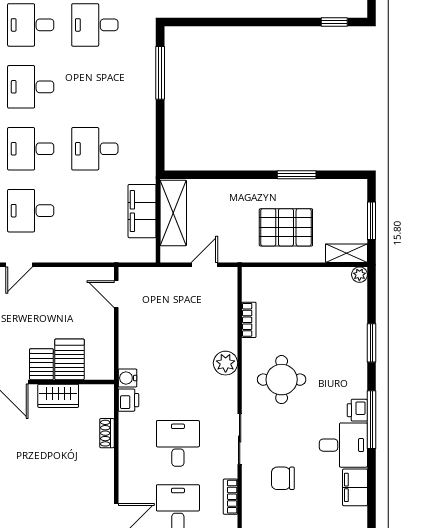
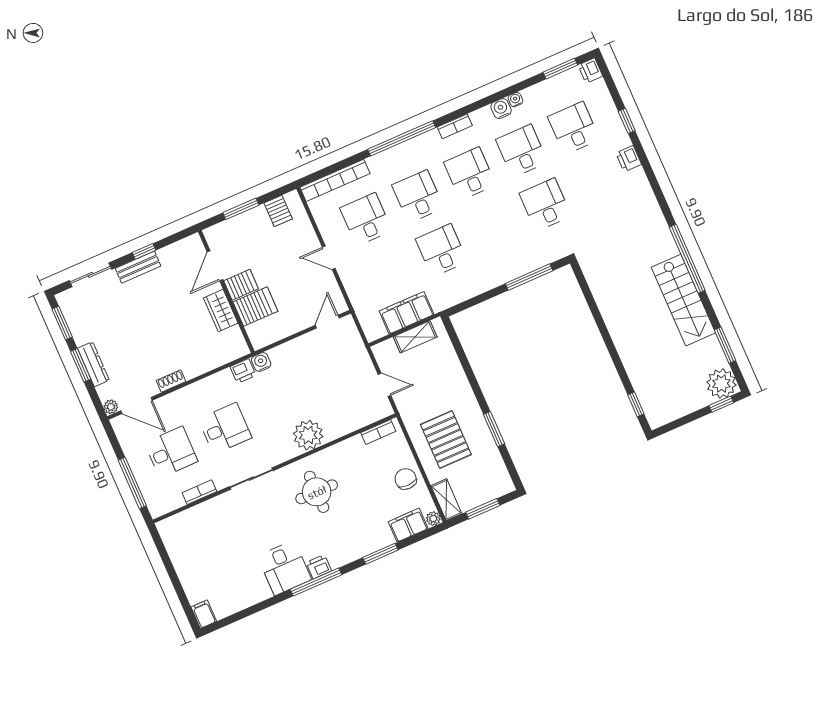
shelving: (173, 213) -> (415, 337), width x0.67, depth x0.75
door: (19, 265) -> (329, 258), moved
bookcase: (249, 320) -> (378, 432), moved
plant: (226, 363) -> (308, 435), width x1.36, depth x1.36
shoe rack: (107, 433) -> (171, 381), moved
chair: (283, 478) -> (406, 479), moved
filing cabinet: (355, 487) -> (408, 525), moved

